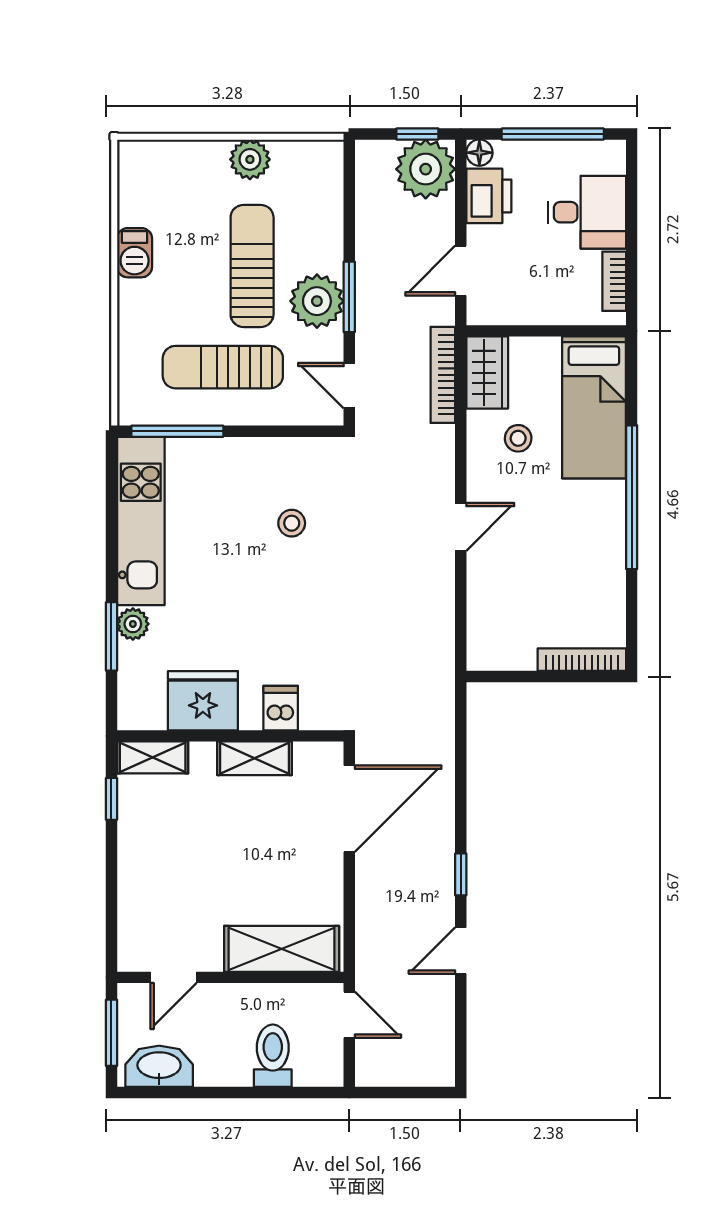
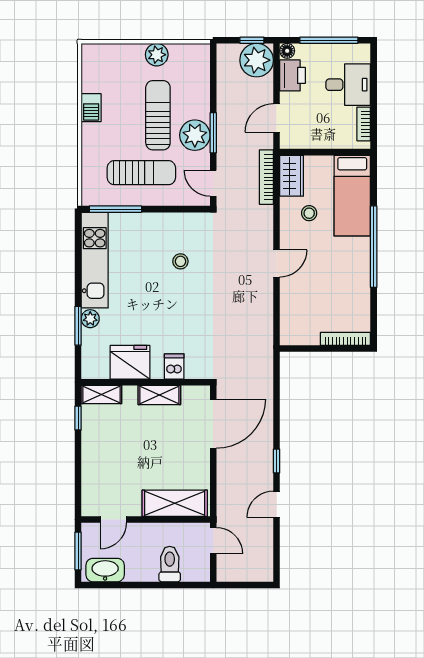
sun lounger: (223, 367) -> (141, 173), turned 180

